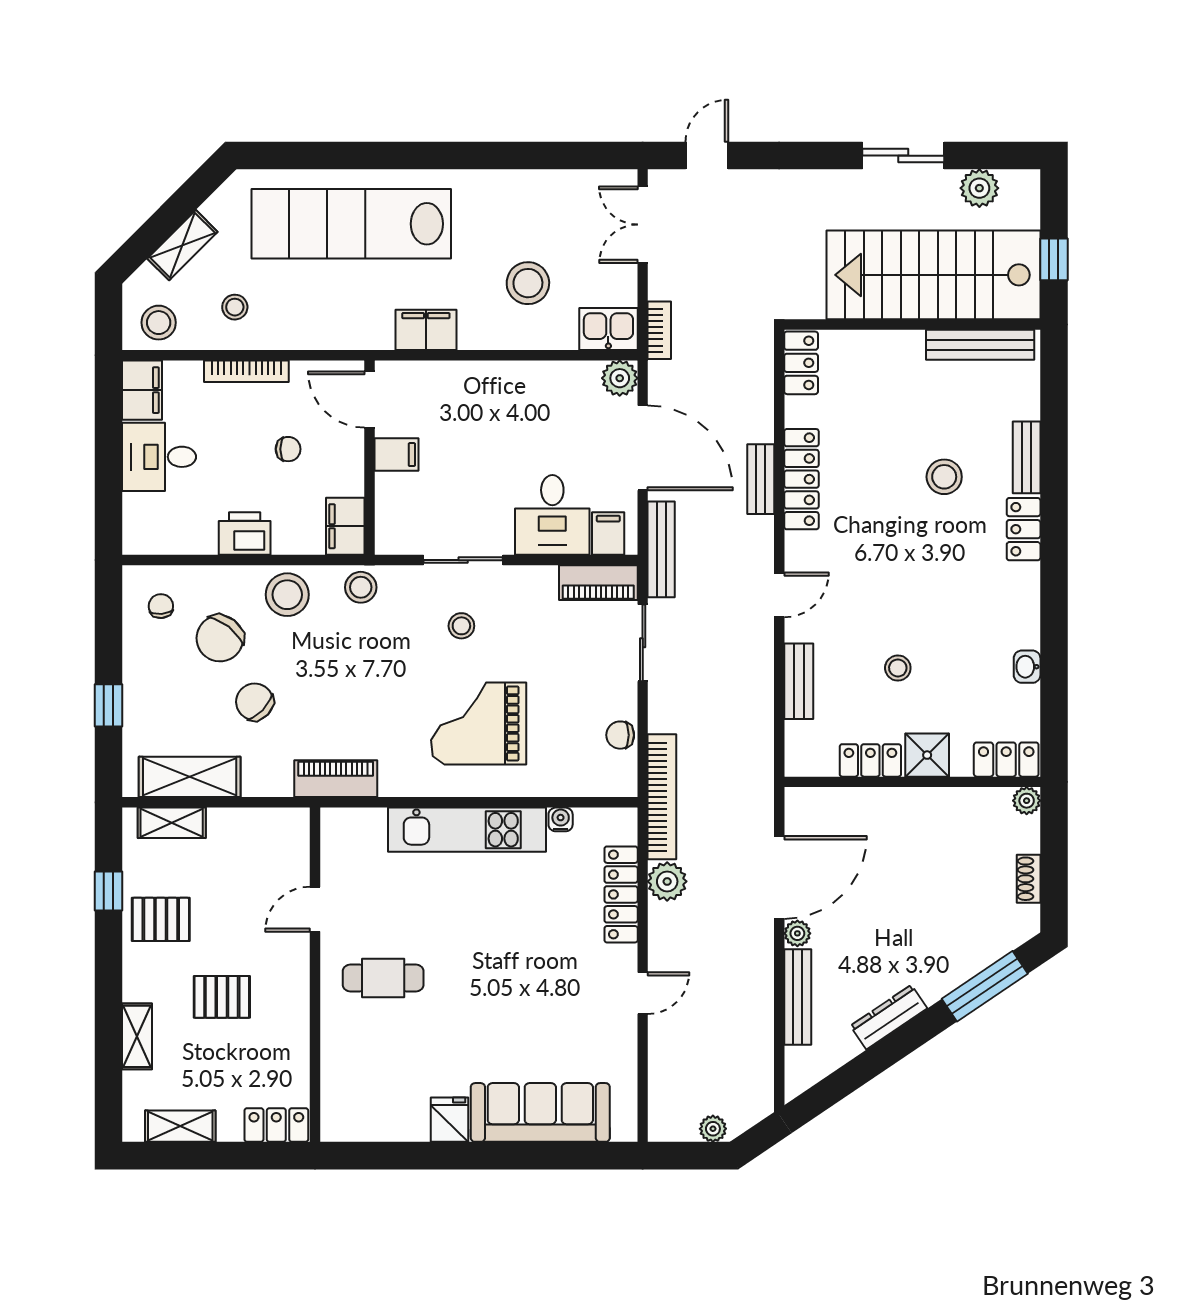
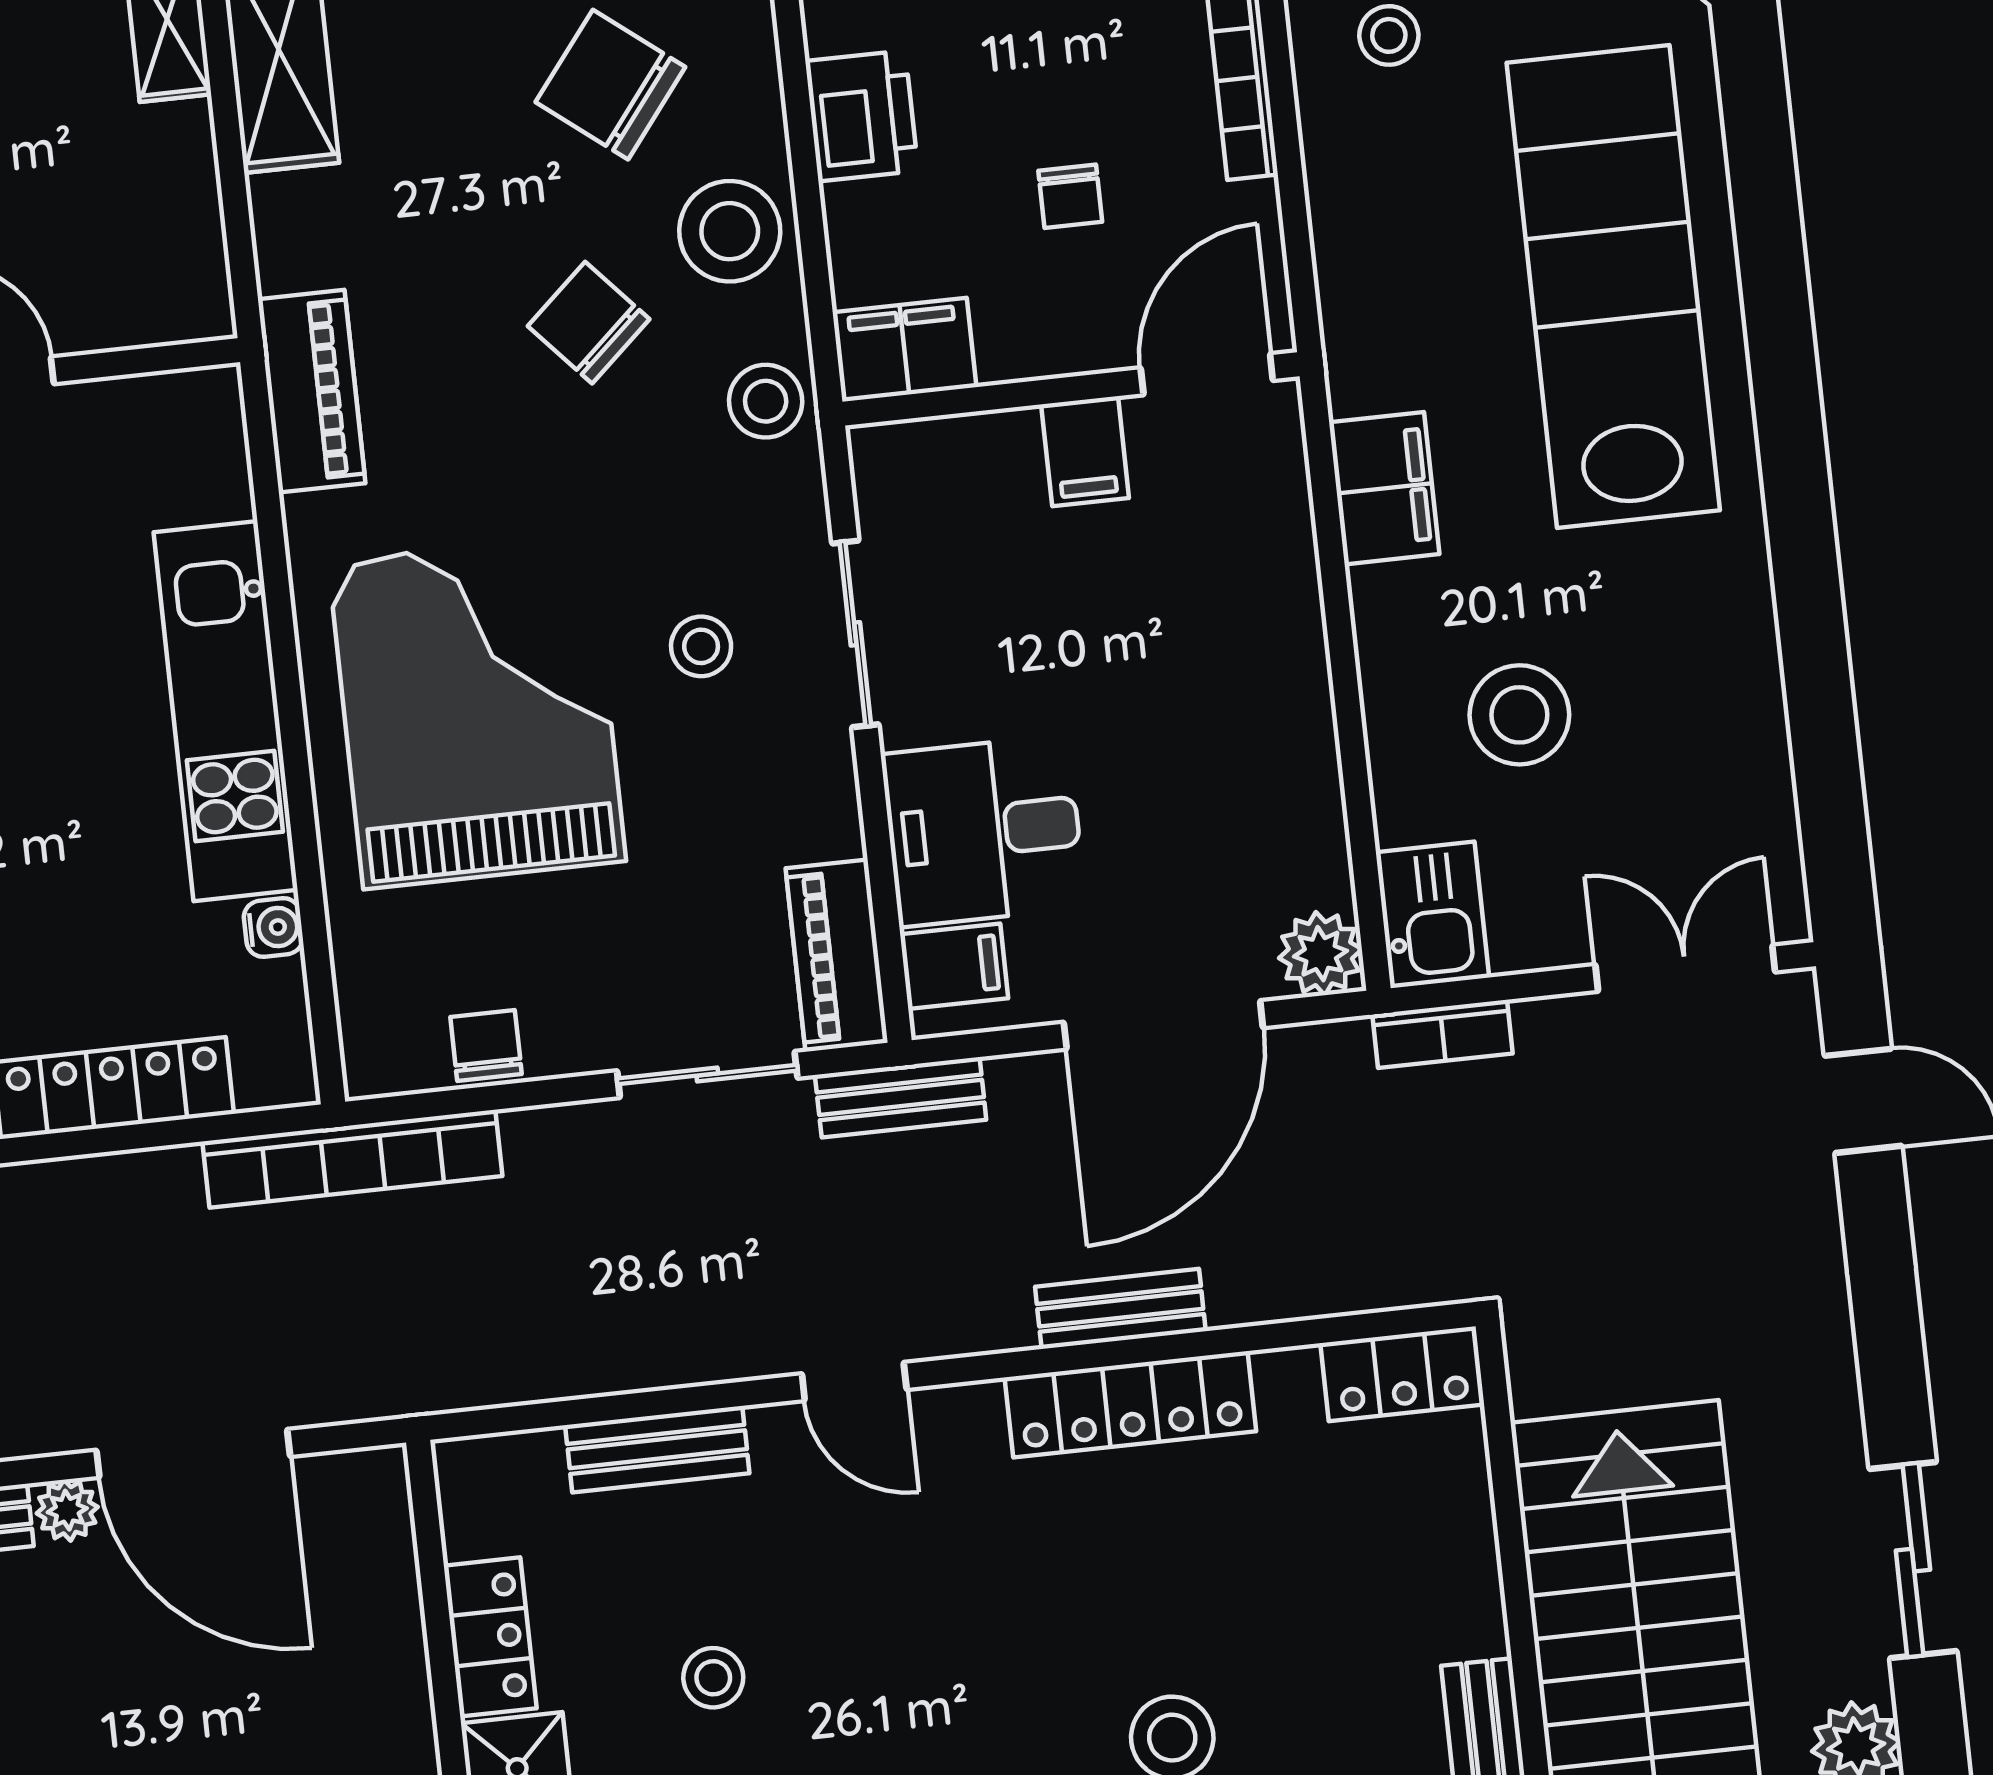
bench: (661, 549) -> (901, 1097), width x0.73
chair: (255, 702) -> (589, 323), moved, turned -86
grand piano: (479, 724) -> (477, 711), width x1.37, depth x1.48
plant: (667, 881) -> (155, 1193), removed

